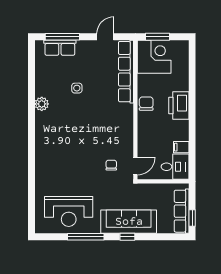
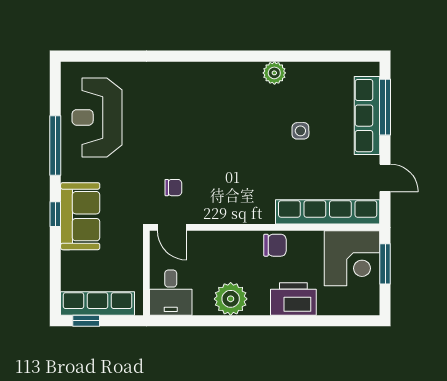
row of seats: (60, 48) -> (367, 116), width x1.48
printer: (179, 106) -> (293, 299), moved
plant: (179, 130) -> (231, 299), added
filing cabinet: (181, 147) -> (203, 303), removed
sofa: (129, 222) -> (80, 216), width x0.73

